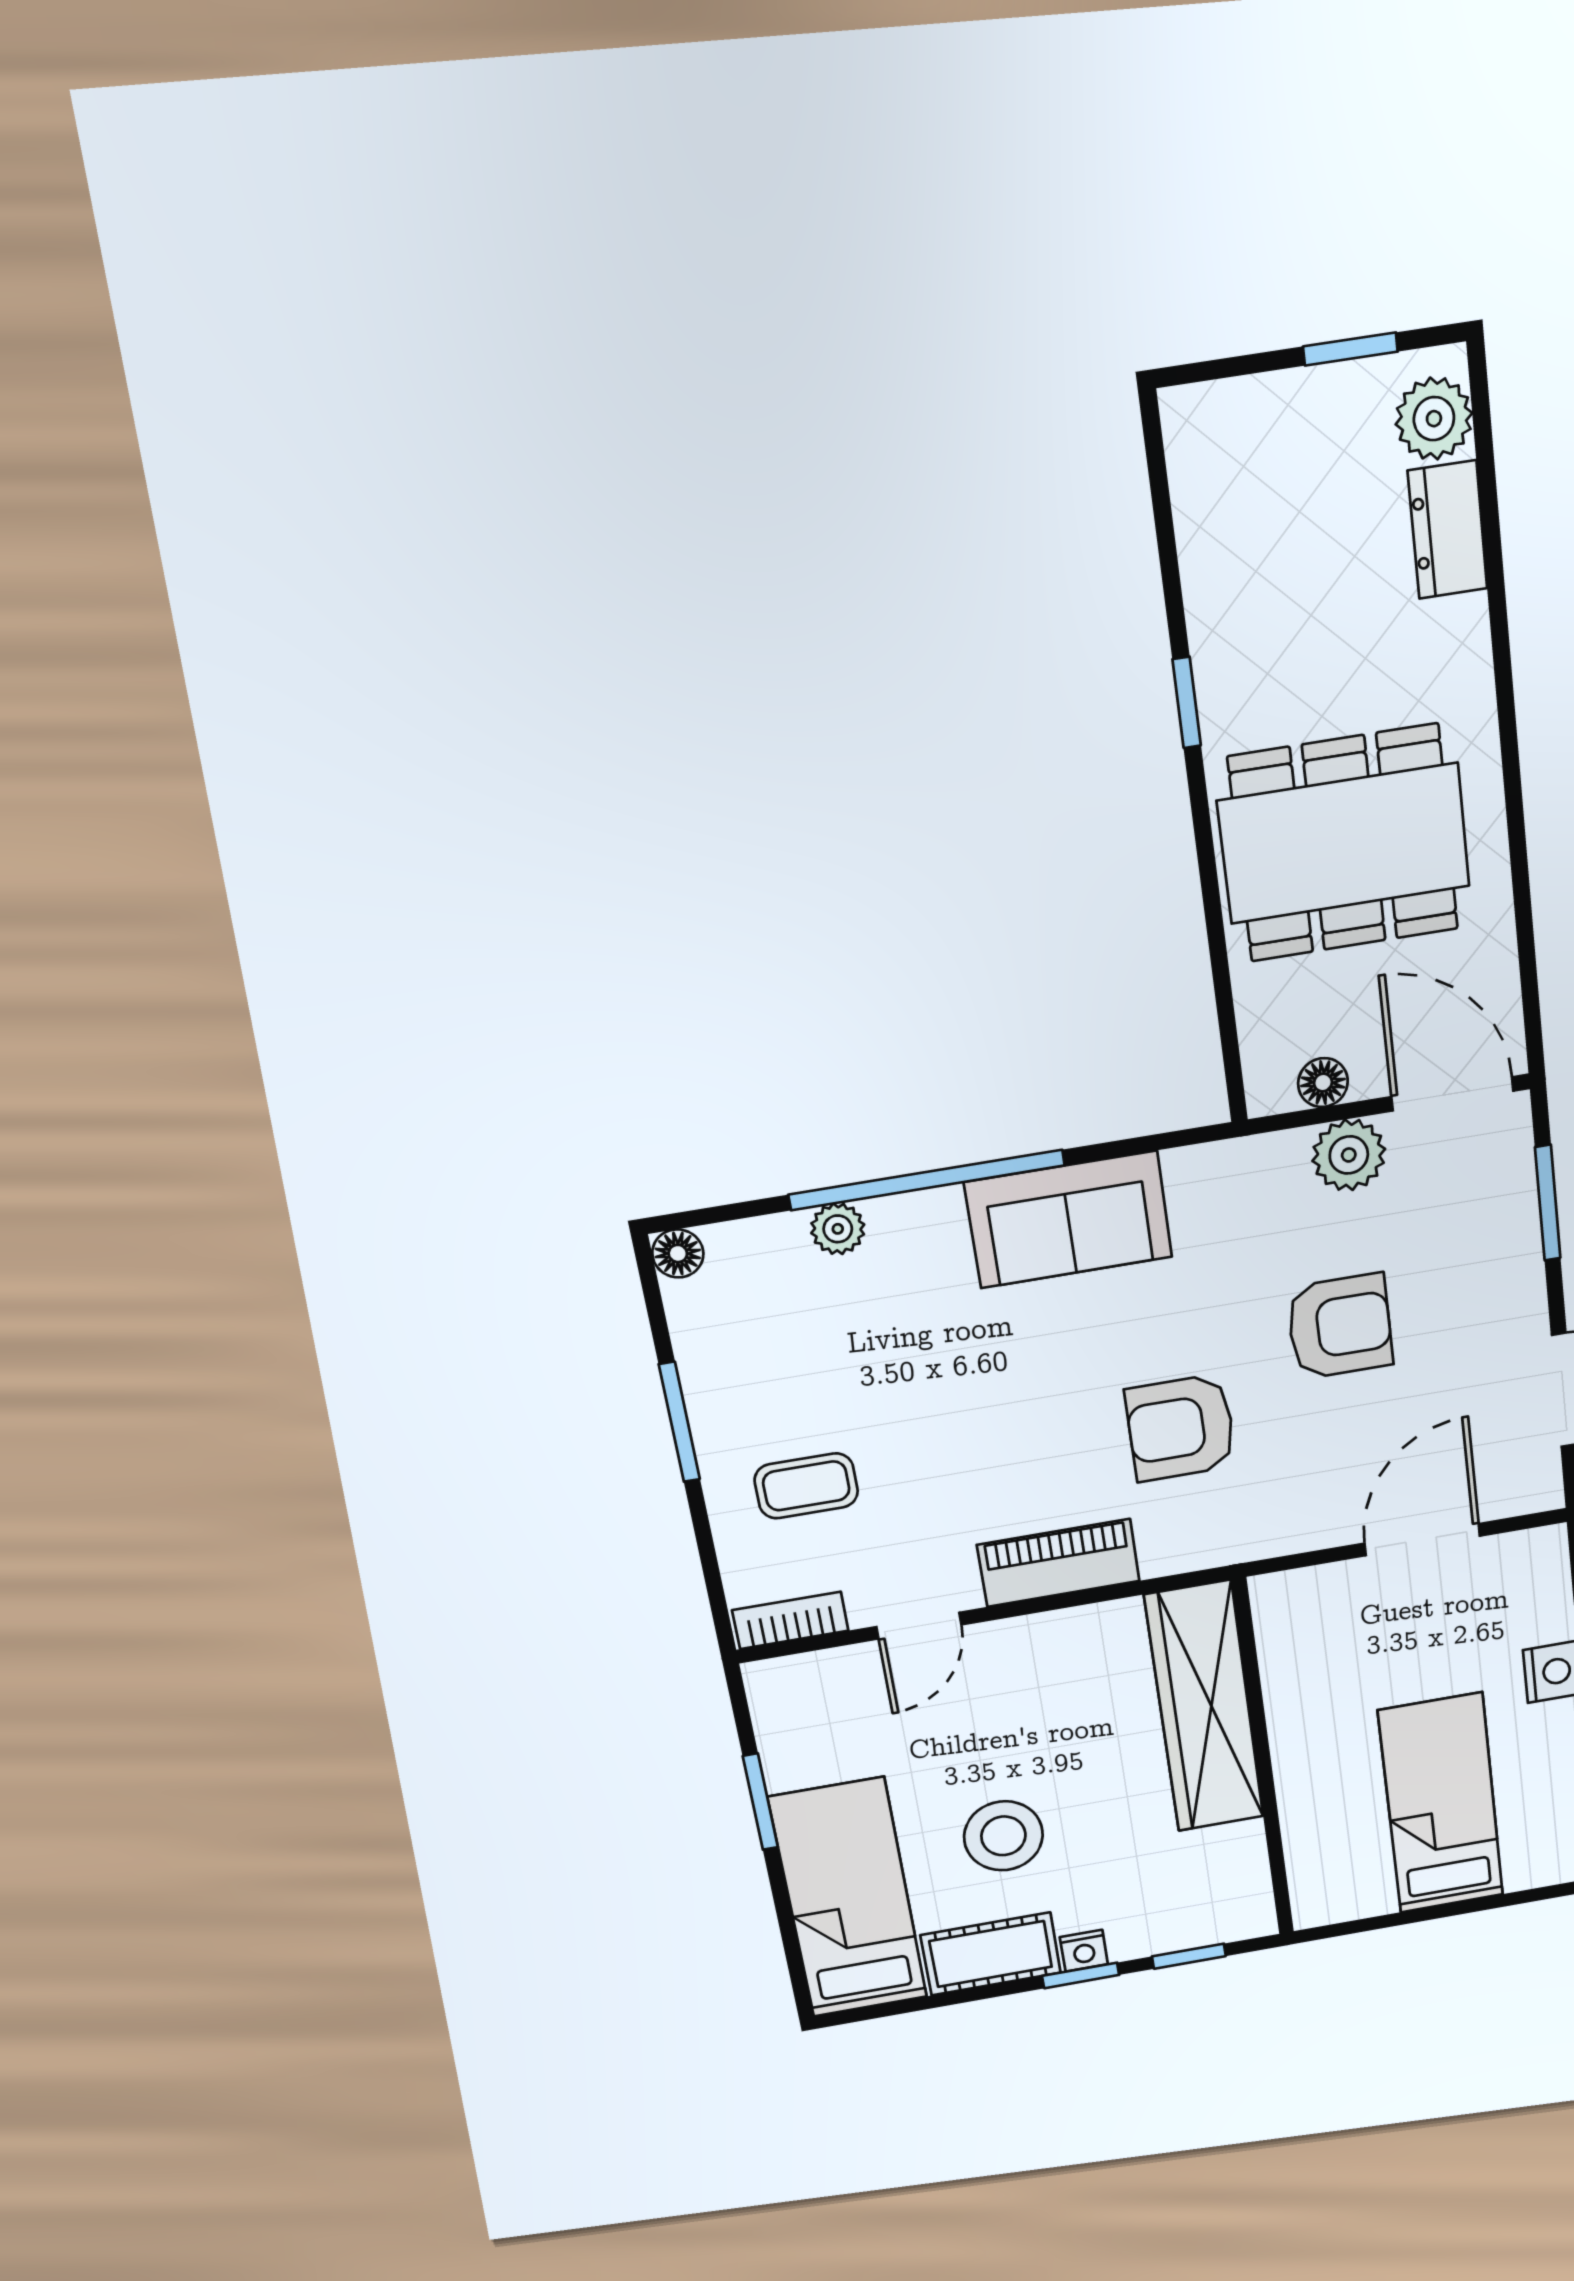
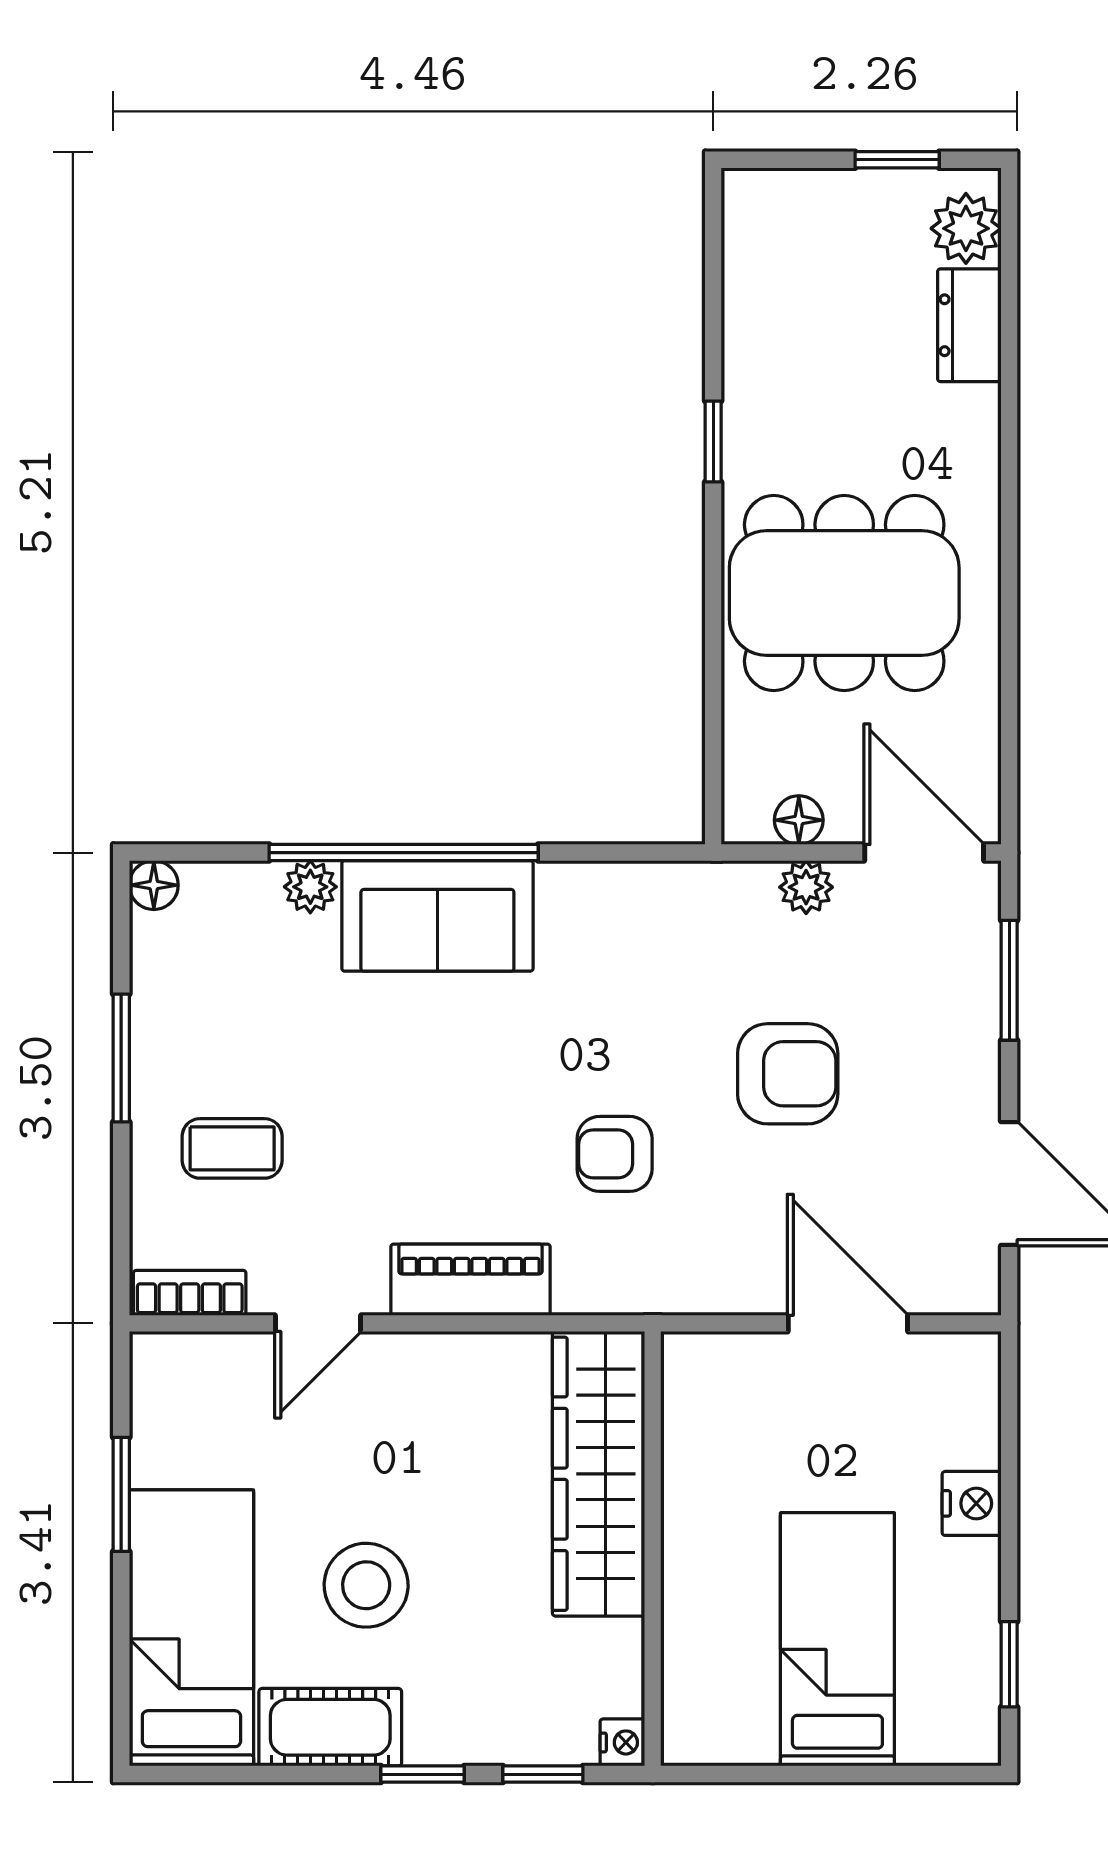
plant: (1349, 1155) -> (806, 887), width x0.73, depth x0.73
sofa: (1069, 1220) -> (437, 916), moved
armchair: (1181, 1428) -> (615, 1154), width x0.72, depth x0.72
door: (1422, 1540) -> (848, 1323), hinge flipped
nightstand: (1084, 1951) -> (622, 1742), moved, turned -90

